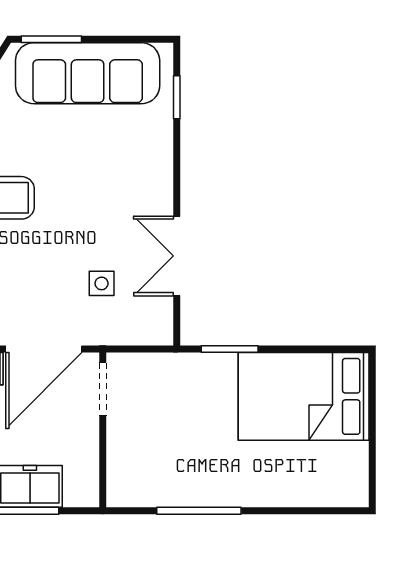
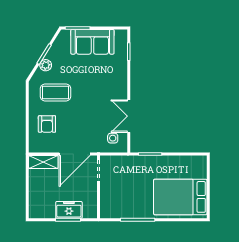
sofa: (88, 73) -> (92, 42), width x0.73
side table: (102, 283) -> (113, 138), moved
bed: (304, 396) -> (180, 197), moved

